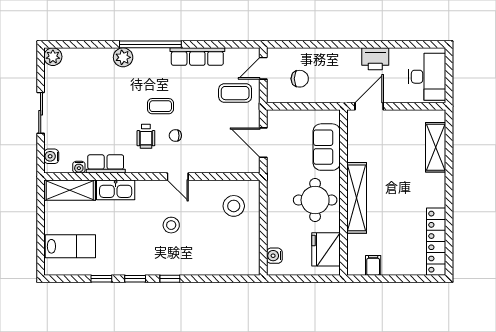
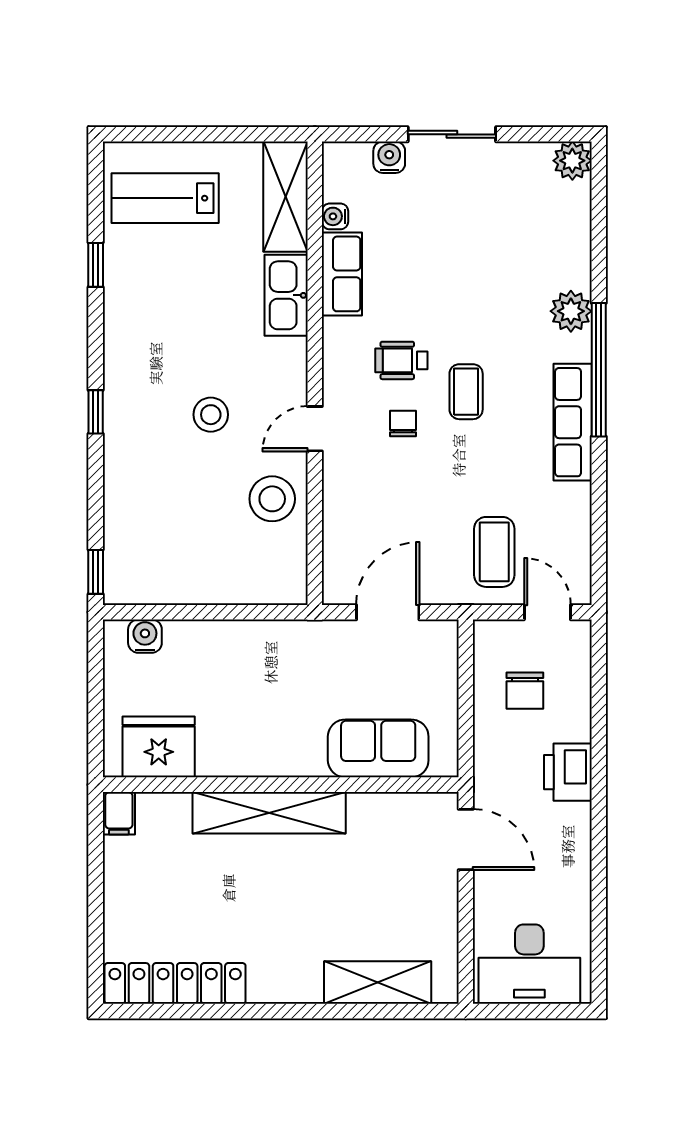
row of seats: (197, 57) -> (573, 422), moved
printer: (375, 59) -> (568, 772), moved
water cooler: (51, 156) -> (389, 157), moved
round table: (315, 200) -> (264, 724), removed
stool: (234, 206) -> (272, 499), moved
lab bench: (70, 246) -> (165, 198), turned 90
filing cabinet: (373, 265) -> (119, 813), moved, turned 90
window: (135, 279) -> (96, 572), moved

